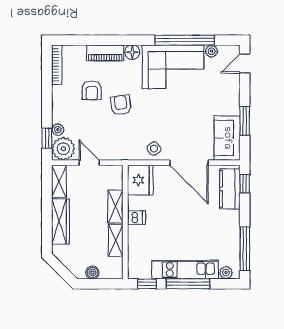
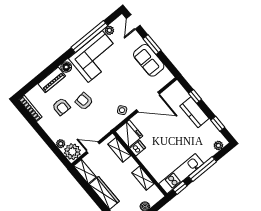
window: (245, 121) -> (152, 45), moved
window: (47, 138) -> (58, 153), removed
sofa: (227, 138) -> (149, 60), moved
window: (245, 184) -> (195, 96), moved
kitchen counter: (230, 189) -> (194, 112), moved
shelving: (115, 206) -> (119, 150), moved
dishwasher: (137, 218) -> (138, 148), moved
window: (245, 249) -> (218, 124), width x0.46
kitchen unit: (185, 270) -> (181, 174), moved

